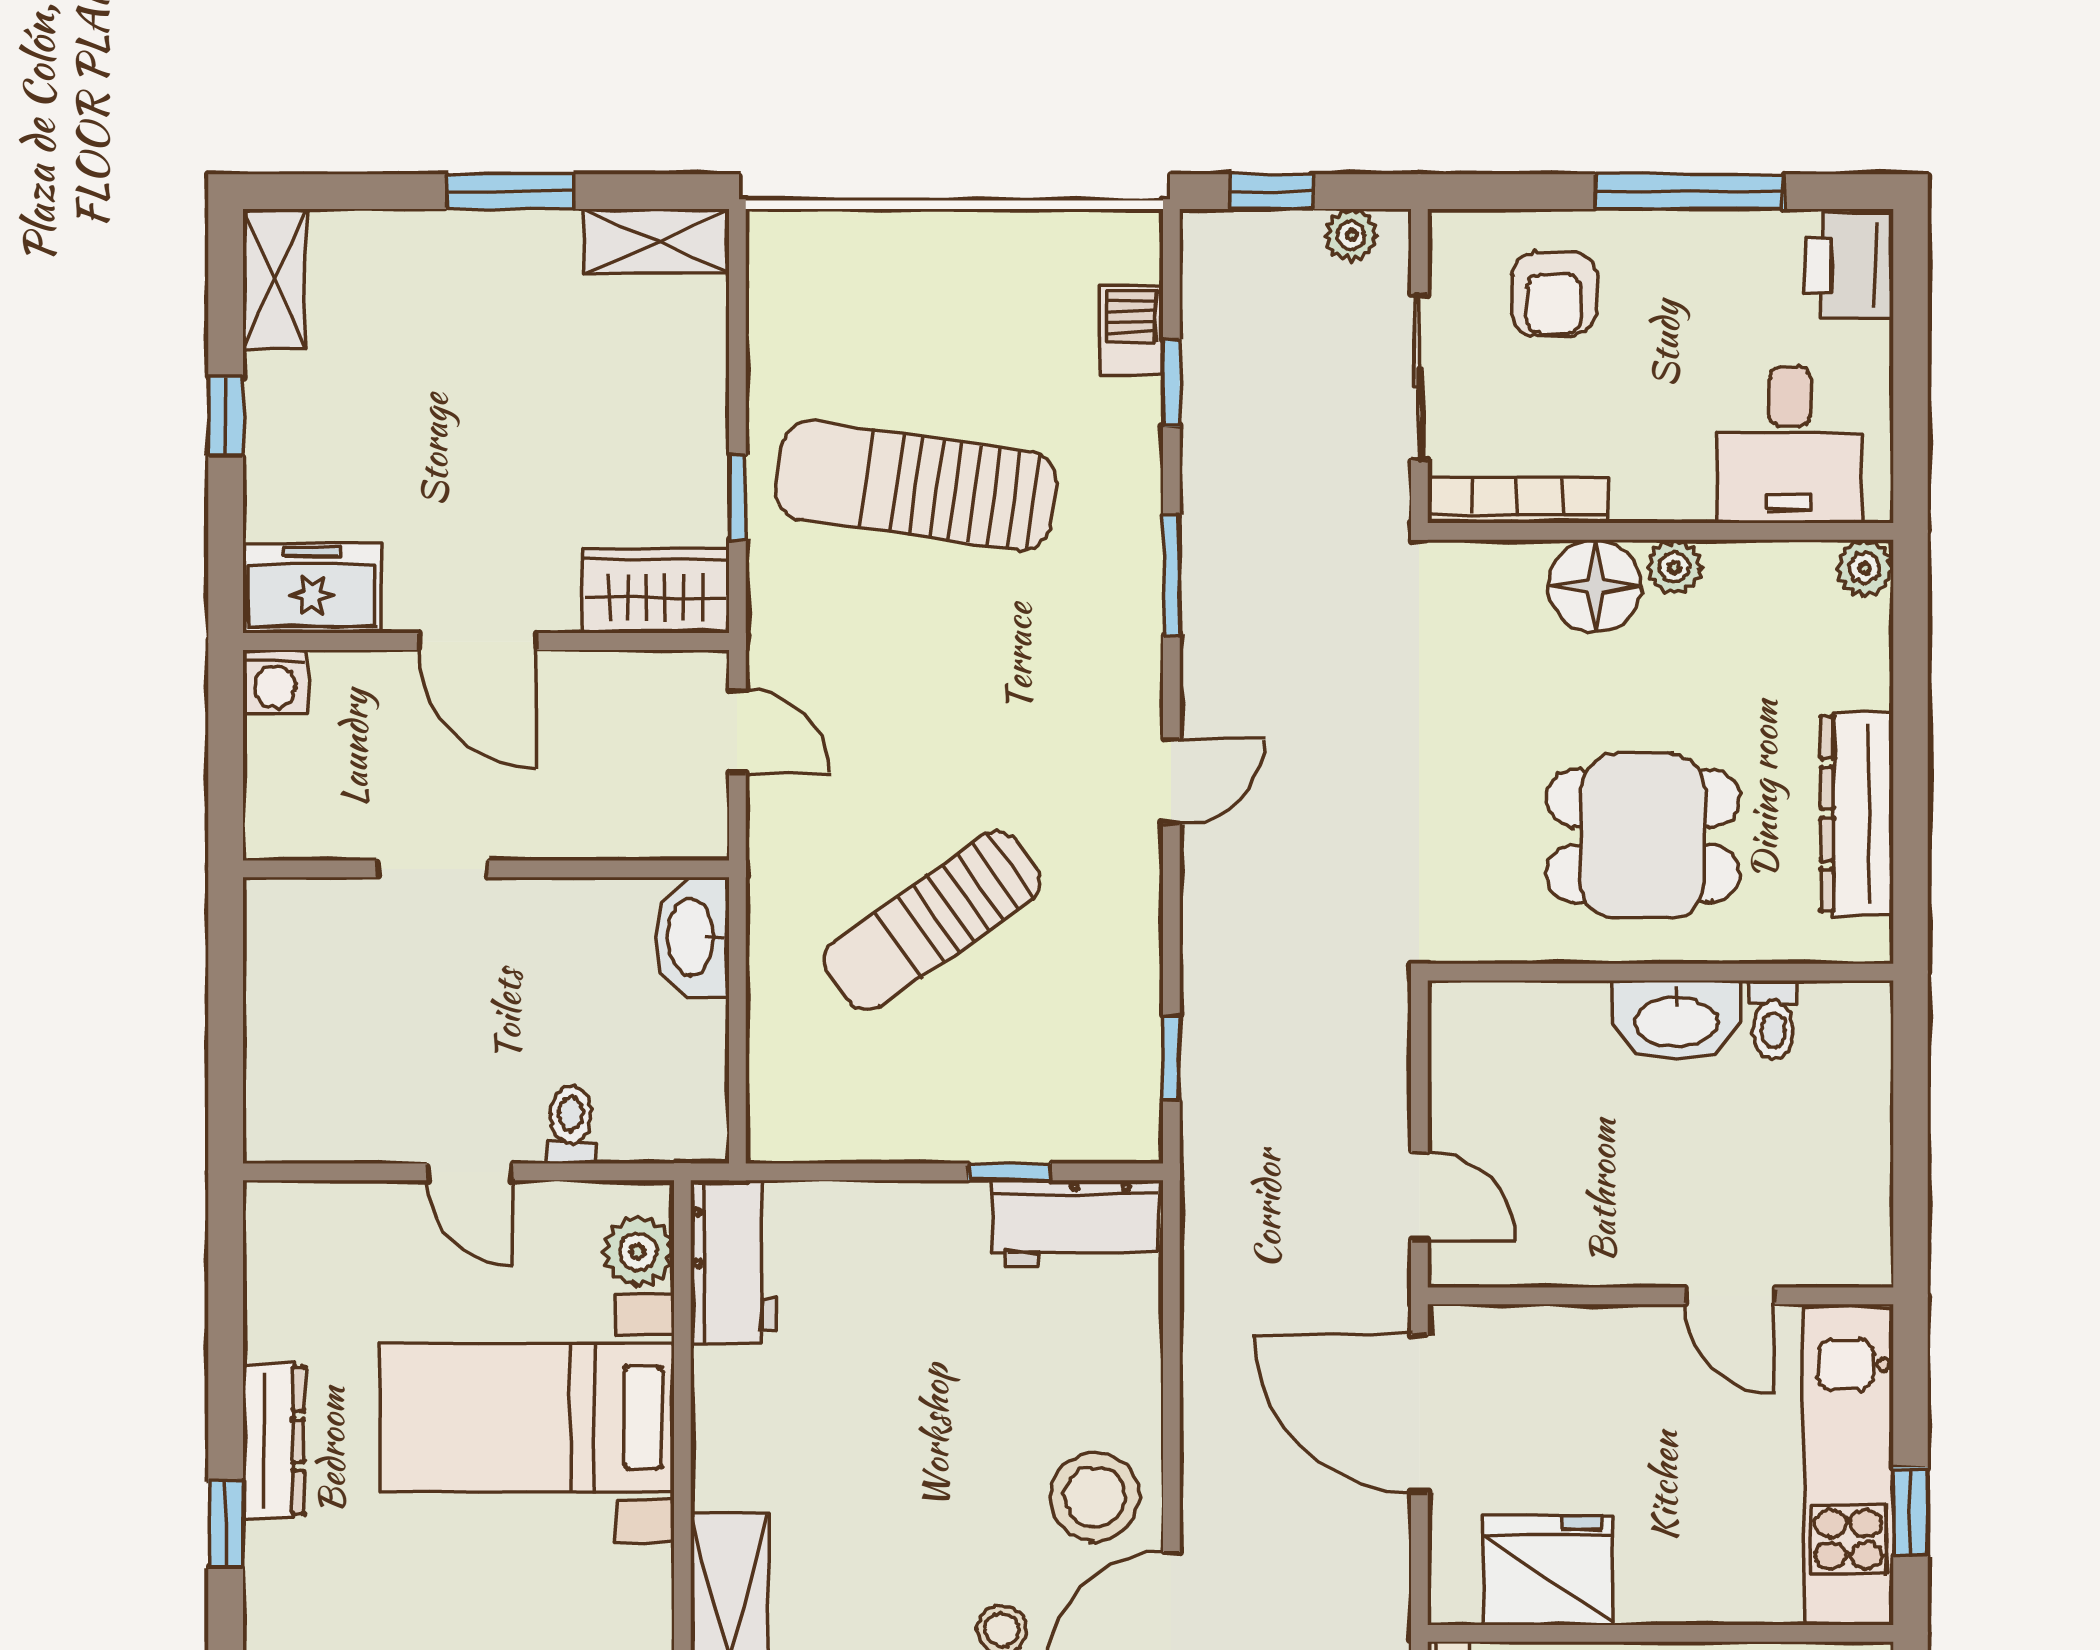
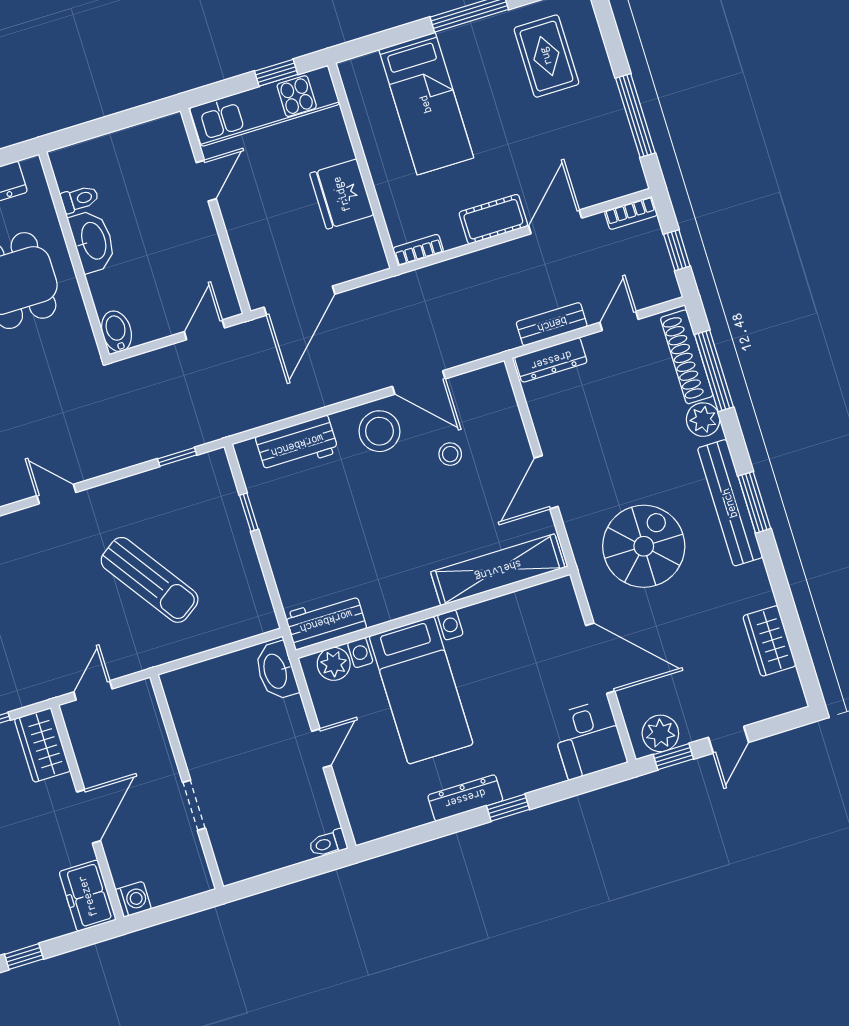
washbasin: (692, 937) -> (276, 671), moved, turned 90
bidet: (1473, 1012) -> (116, 331), added
toilet: (571, 1124) -> (328, 843), moved
workbench: (1075, 1223) -> (297, 445), moved, turned 90
fridge: (1548, 1571) -> (342, 194), moved

